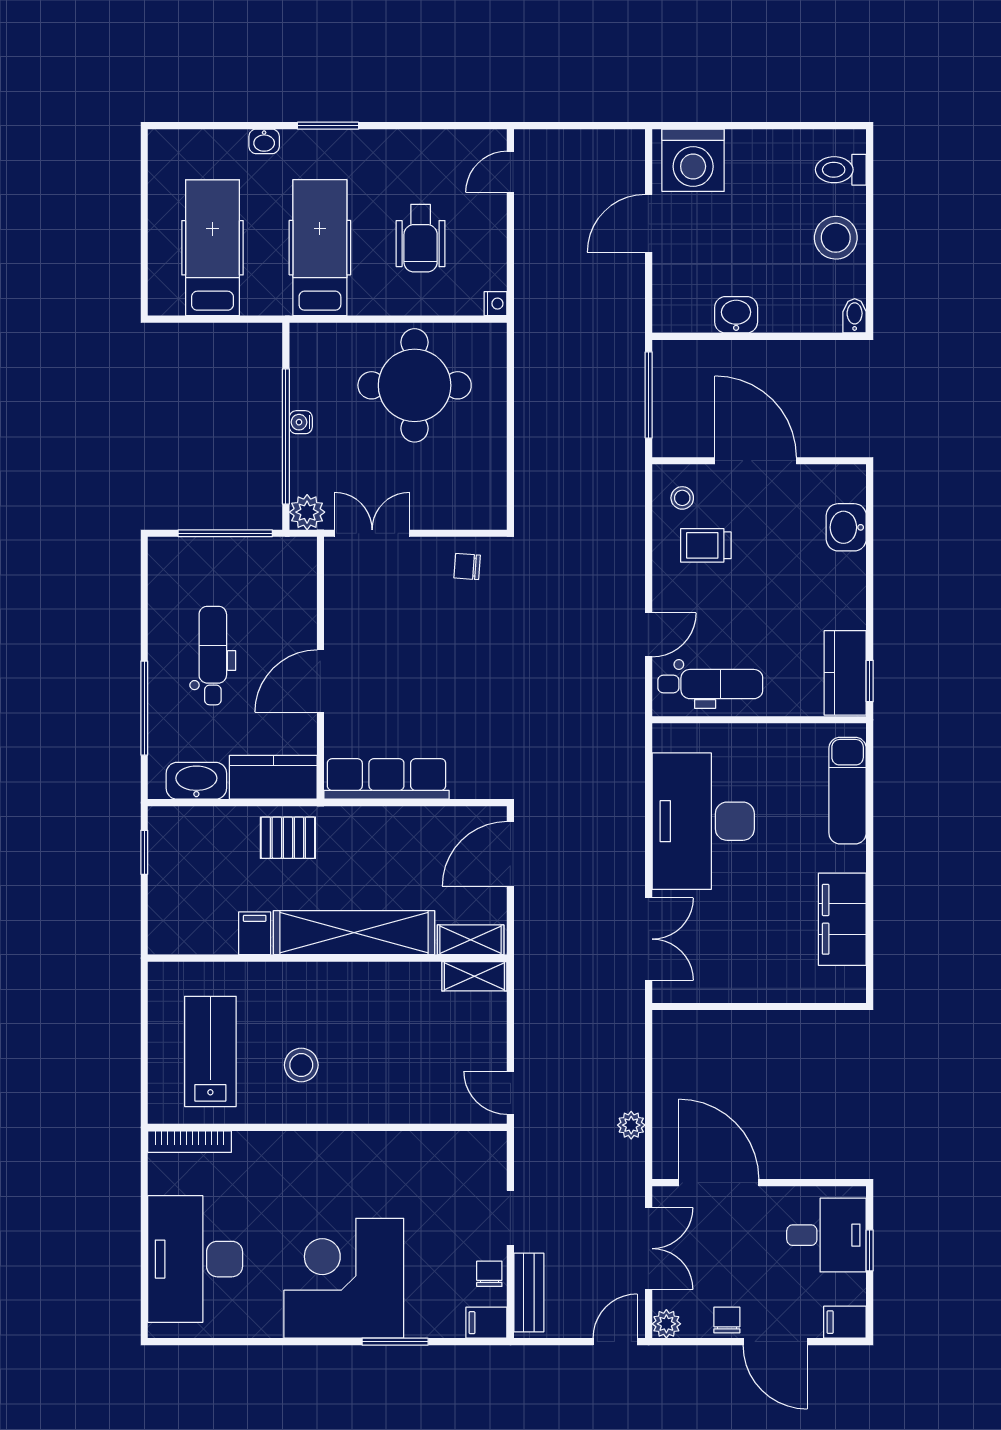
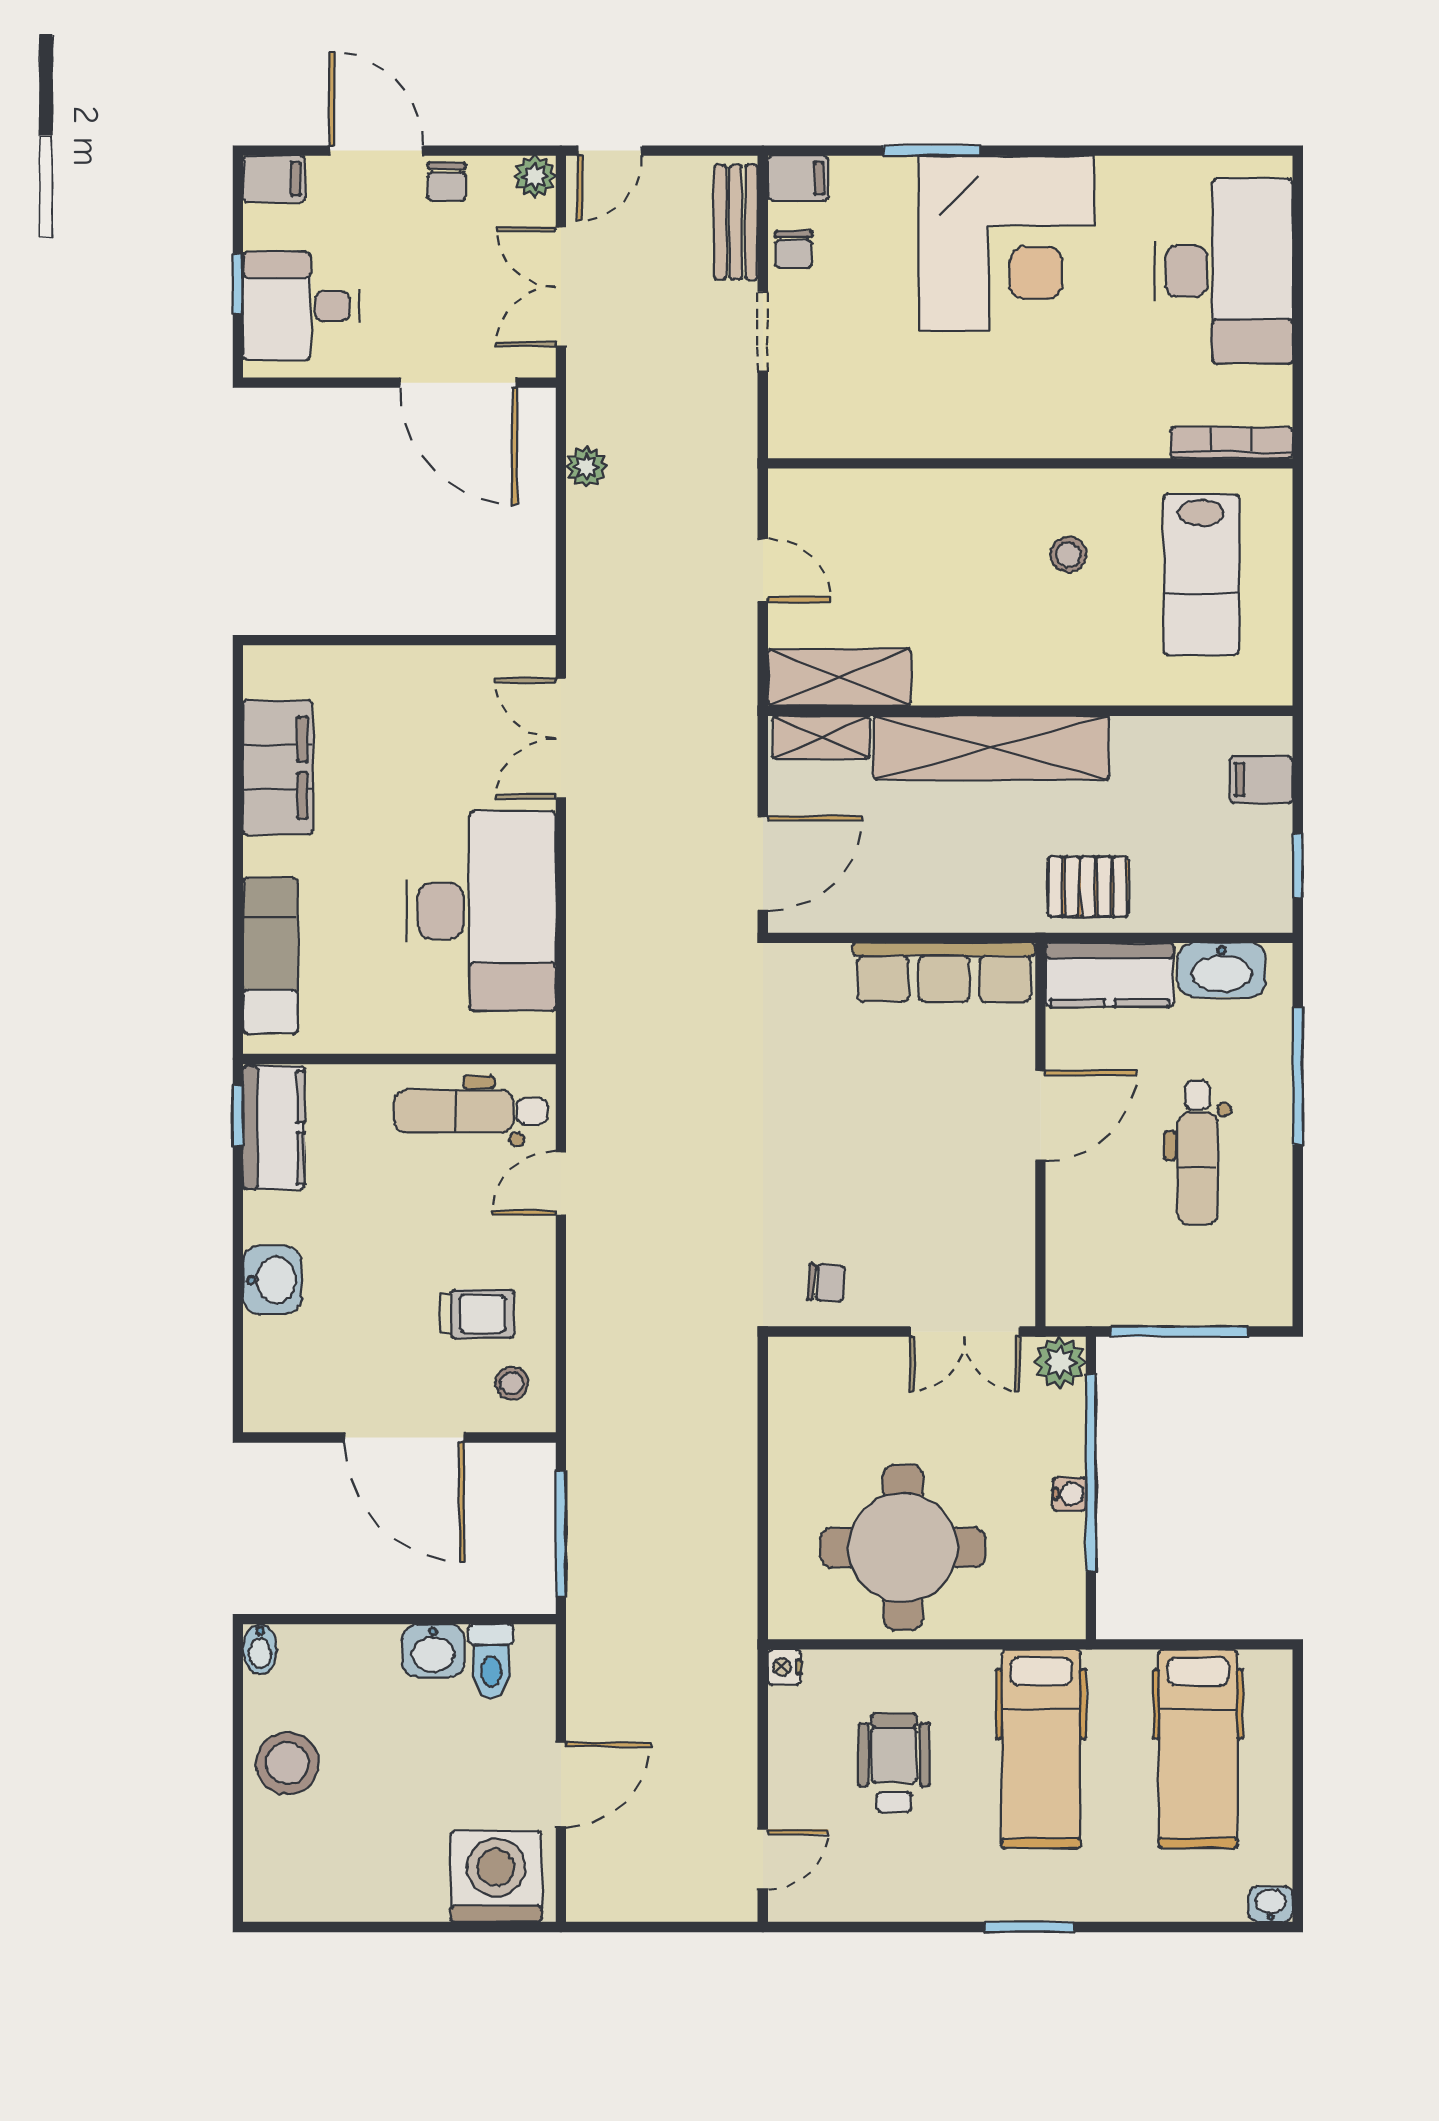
washbasin: (264, 141) -> (1271, 1904), moved
toilet: (841, 170) -> (491, 1661), moved, turned 90
washbasin: (846, 527) -> (272, 1280), moved
filing cabinet: (255, 933) -> (1261, 780), moved, turned 90
shelving: (474, 976) -> (839, 677), width x1.50, depth x1.33
stool: (301, 1065) -> (1068, 555), width x0.73, depth x0.73
door: (510, 1093) -> (763, 570), moved

